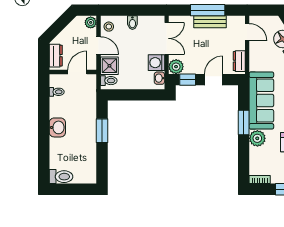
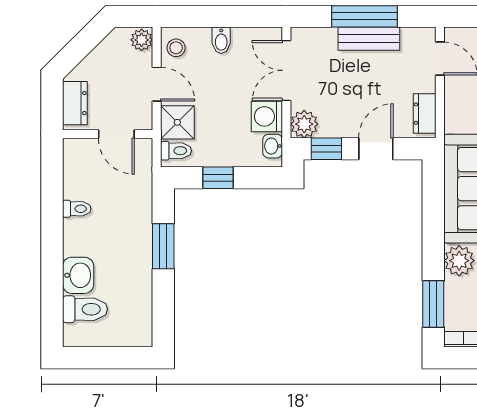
double door: (167, 38) -> (286, 70), swing flipped
door: (77, 72) -> (116, 134), swing flipped
toilet: (57, 92) -> (77, 209), moved
window: (131, 95) -> (218, 178), added
window: (244, 123) -> (433, 304), moved
washbasin: (57, 127) -> (78, 275), moved
toilet: (61, 177) -> (85, 309), moved

